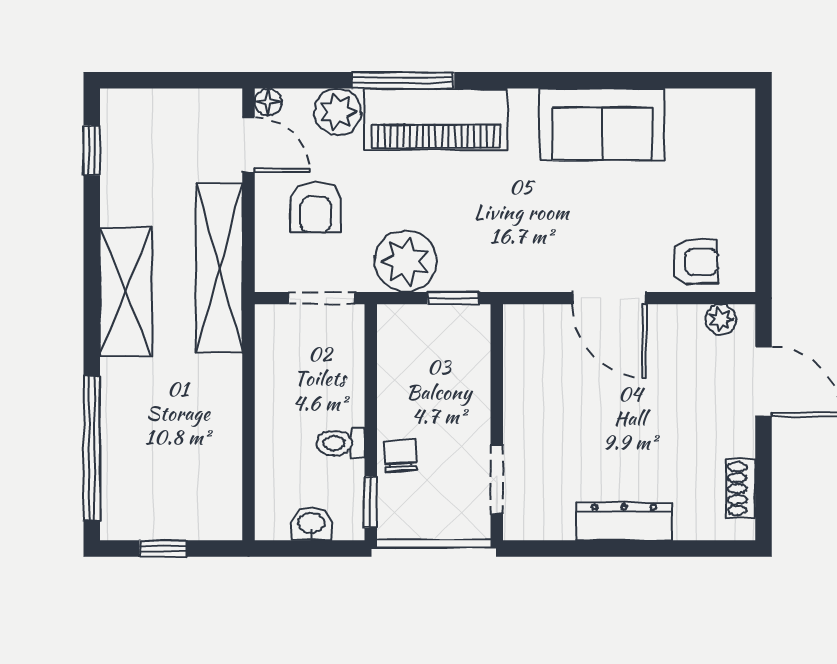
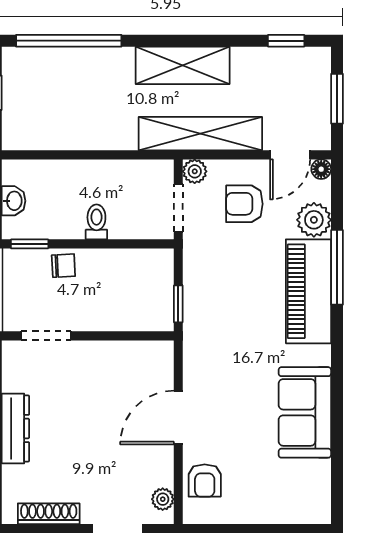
window: (171, 80) -> (337, 99), added
plant: (405, 261) -> (195, 171), moved, width x0.53, depth x0.53
toilet: (341, 443) -> (96, 222), moved
shoe rack: (741, 489) -> (49, 514), width x1.43

